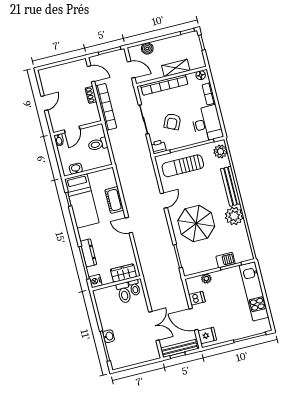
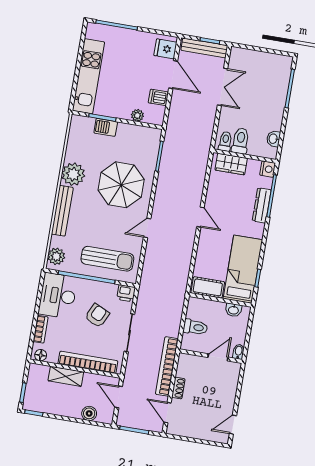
door: (44, 103) -> (233, 425), moved
cot: (114, 200) -> (208, 287), moved, turned 90
double door: (154, 326) -> (222, 87), swing flipped
washbasin: (109, 336) -> (273, 139), moved

